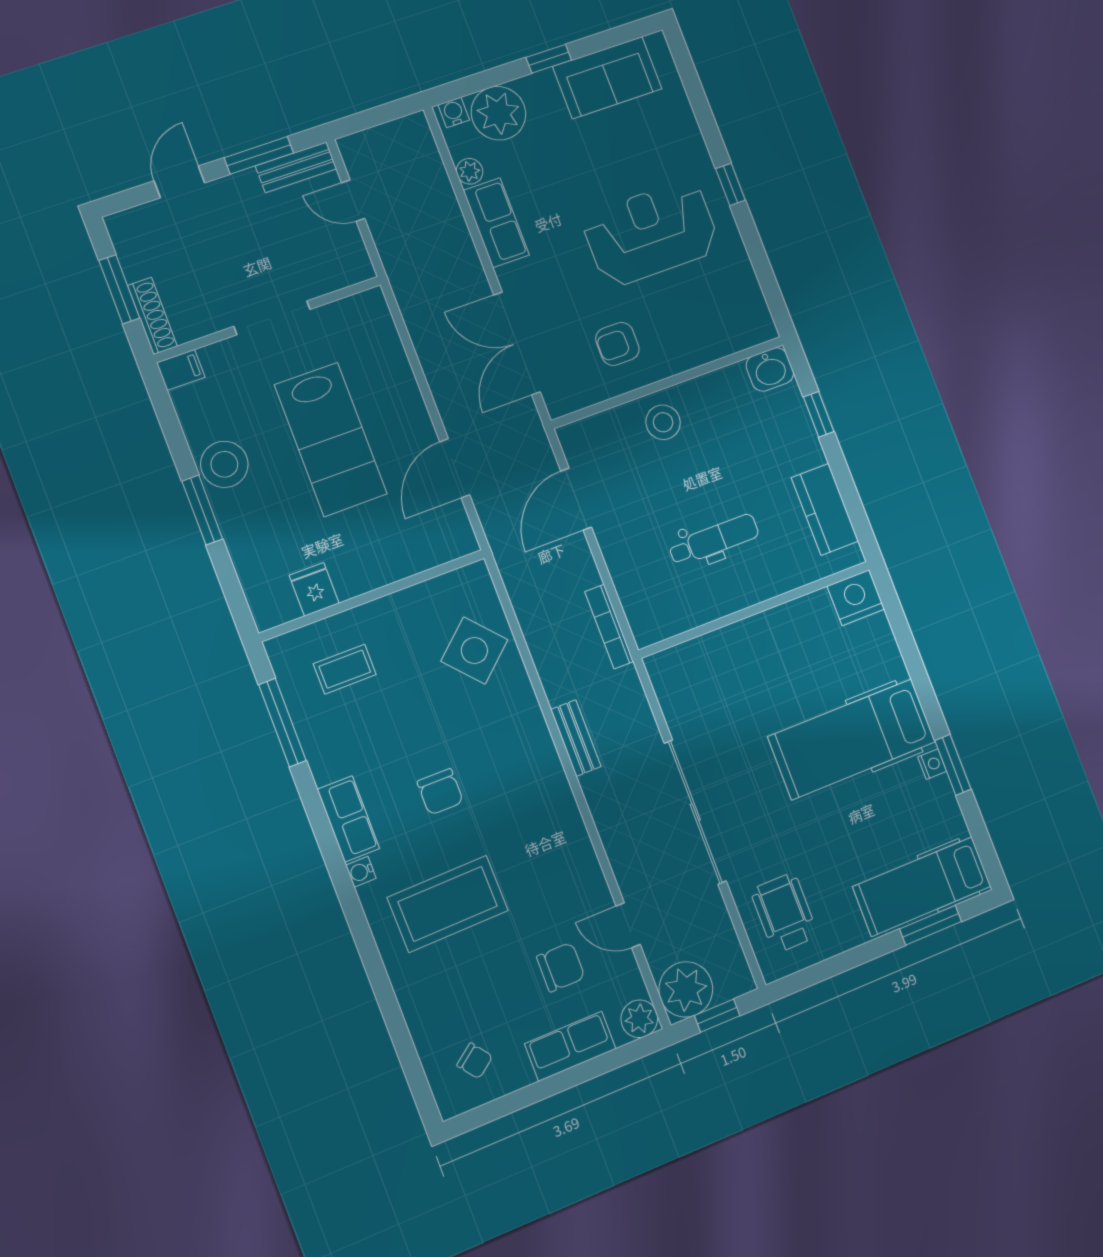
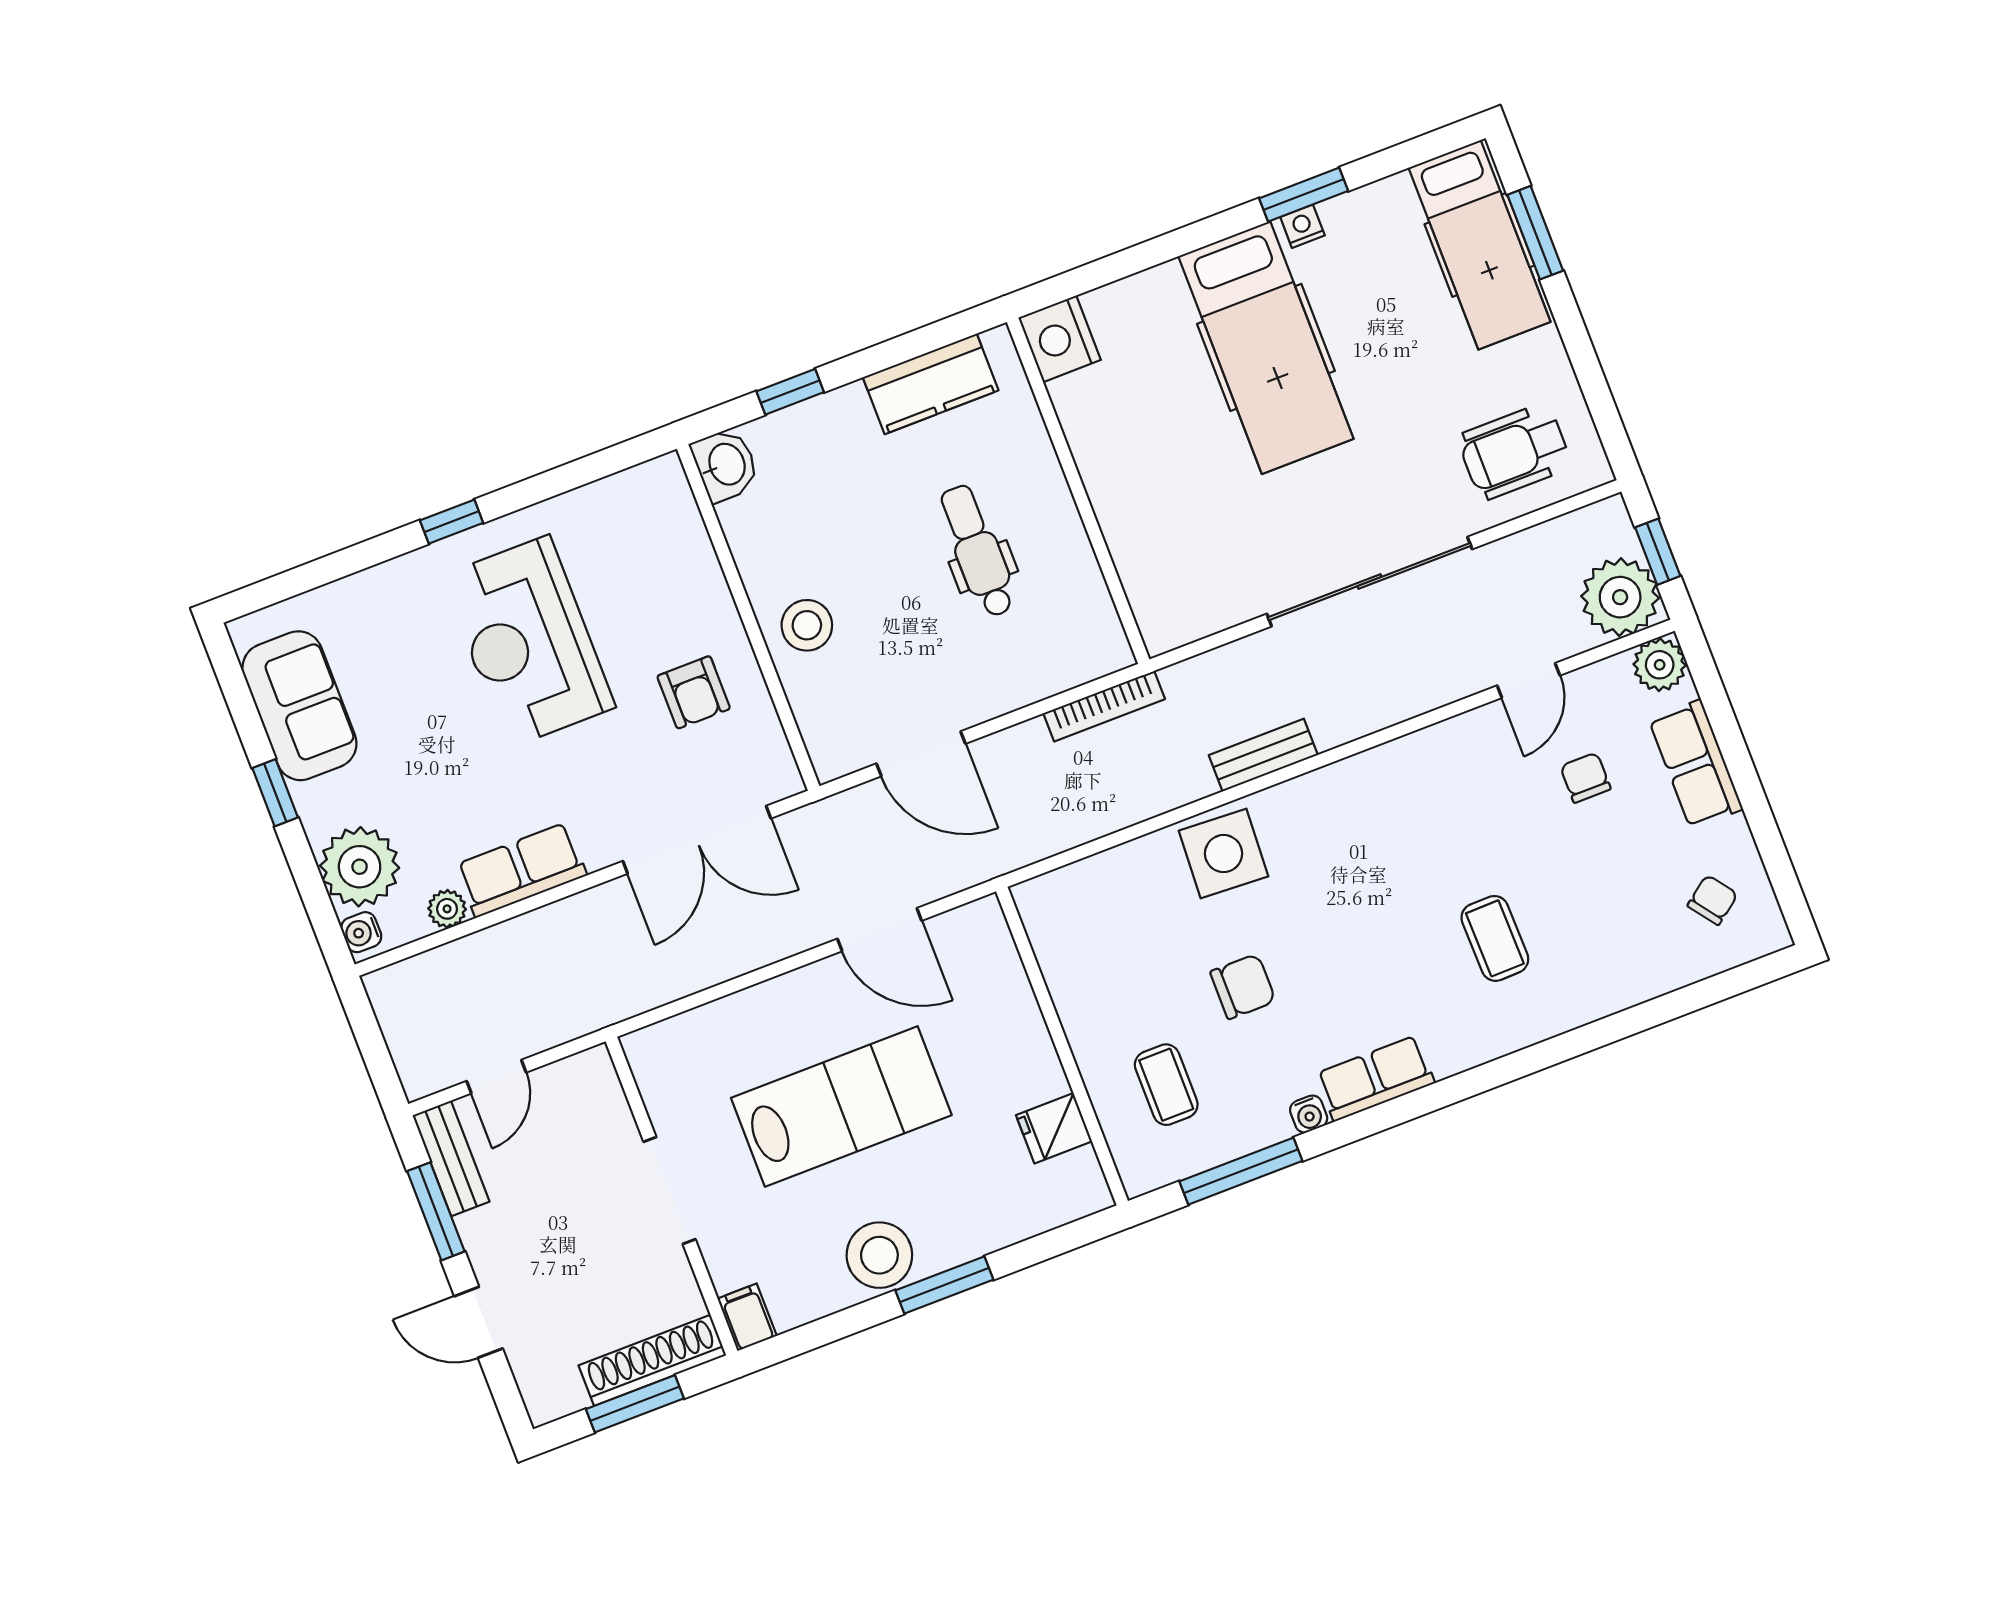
shoe rack: (152, 316) -> (652, 1360), width x1.36, depth x1.24
side table: (474, 650) -> (1224, 854), moved, turned 45
chair: (440, 792) -> (1243, 986), moved
water cooler: (361, 872) -> (1309, 1114), moved
coffee table: (448, 904) -> (1495, 938), width x0.54, depth x0.58
chair: (561, 967) -> (1585, 778), width x0.73, depth x0.73

